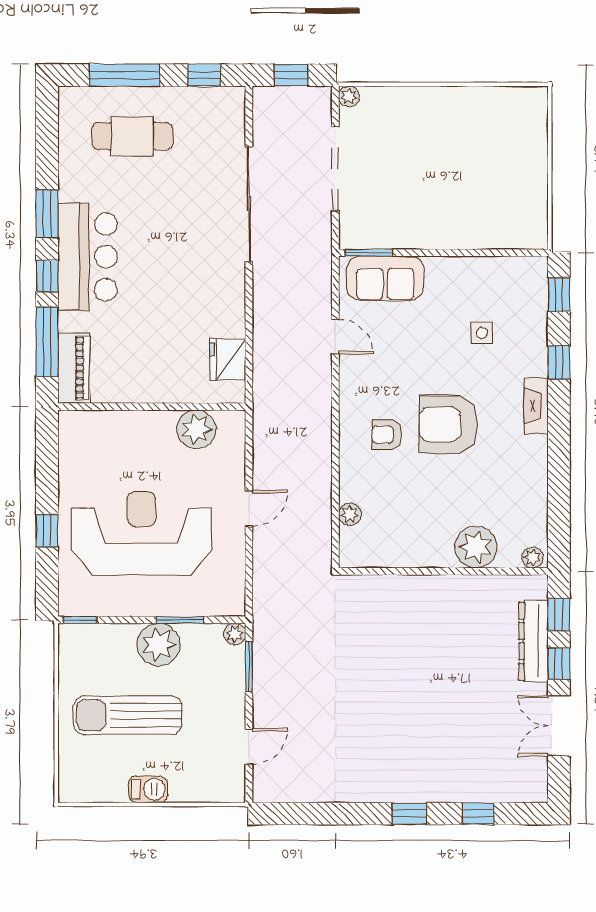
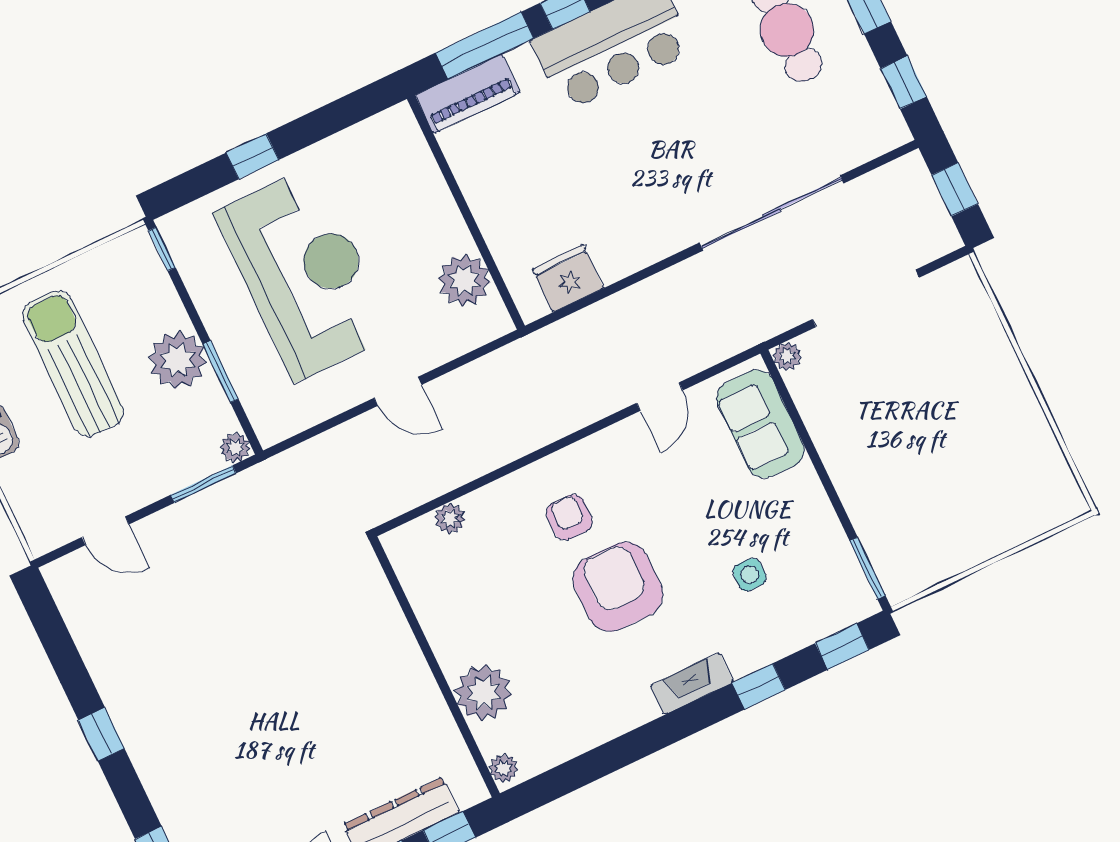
plant: (349, 96) -> (787, 356), moved
window: (369, 253) -> (868, 568), moved
window: (410, 814) -> (101, 734), moved

